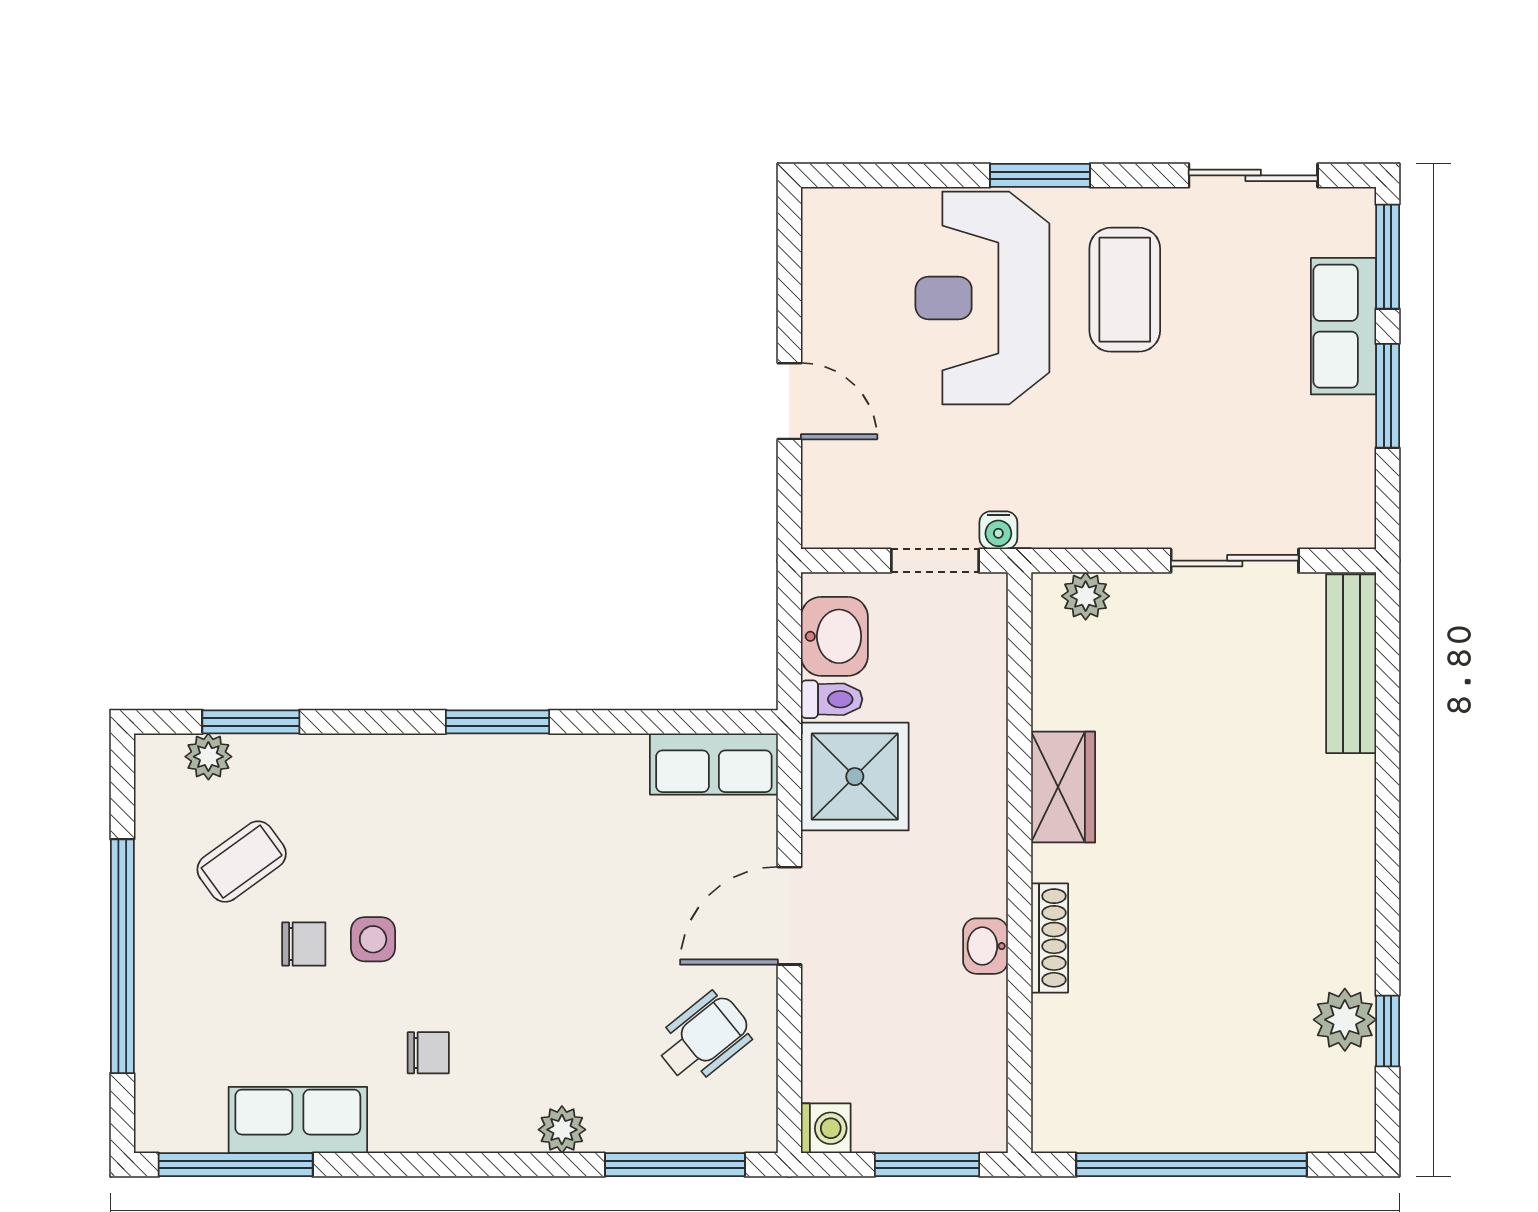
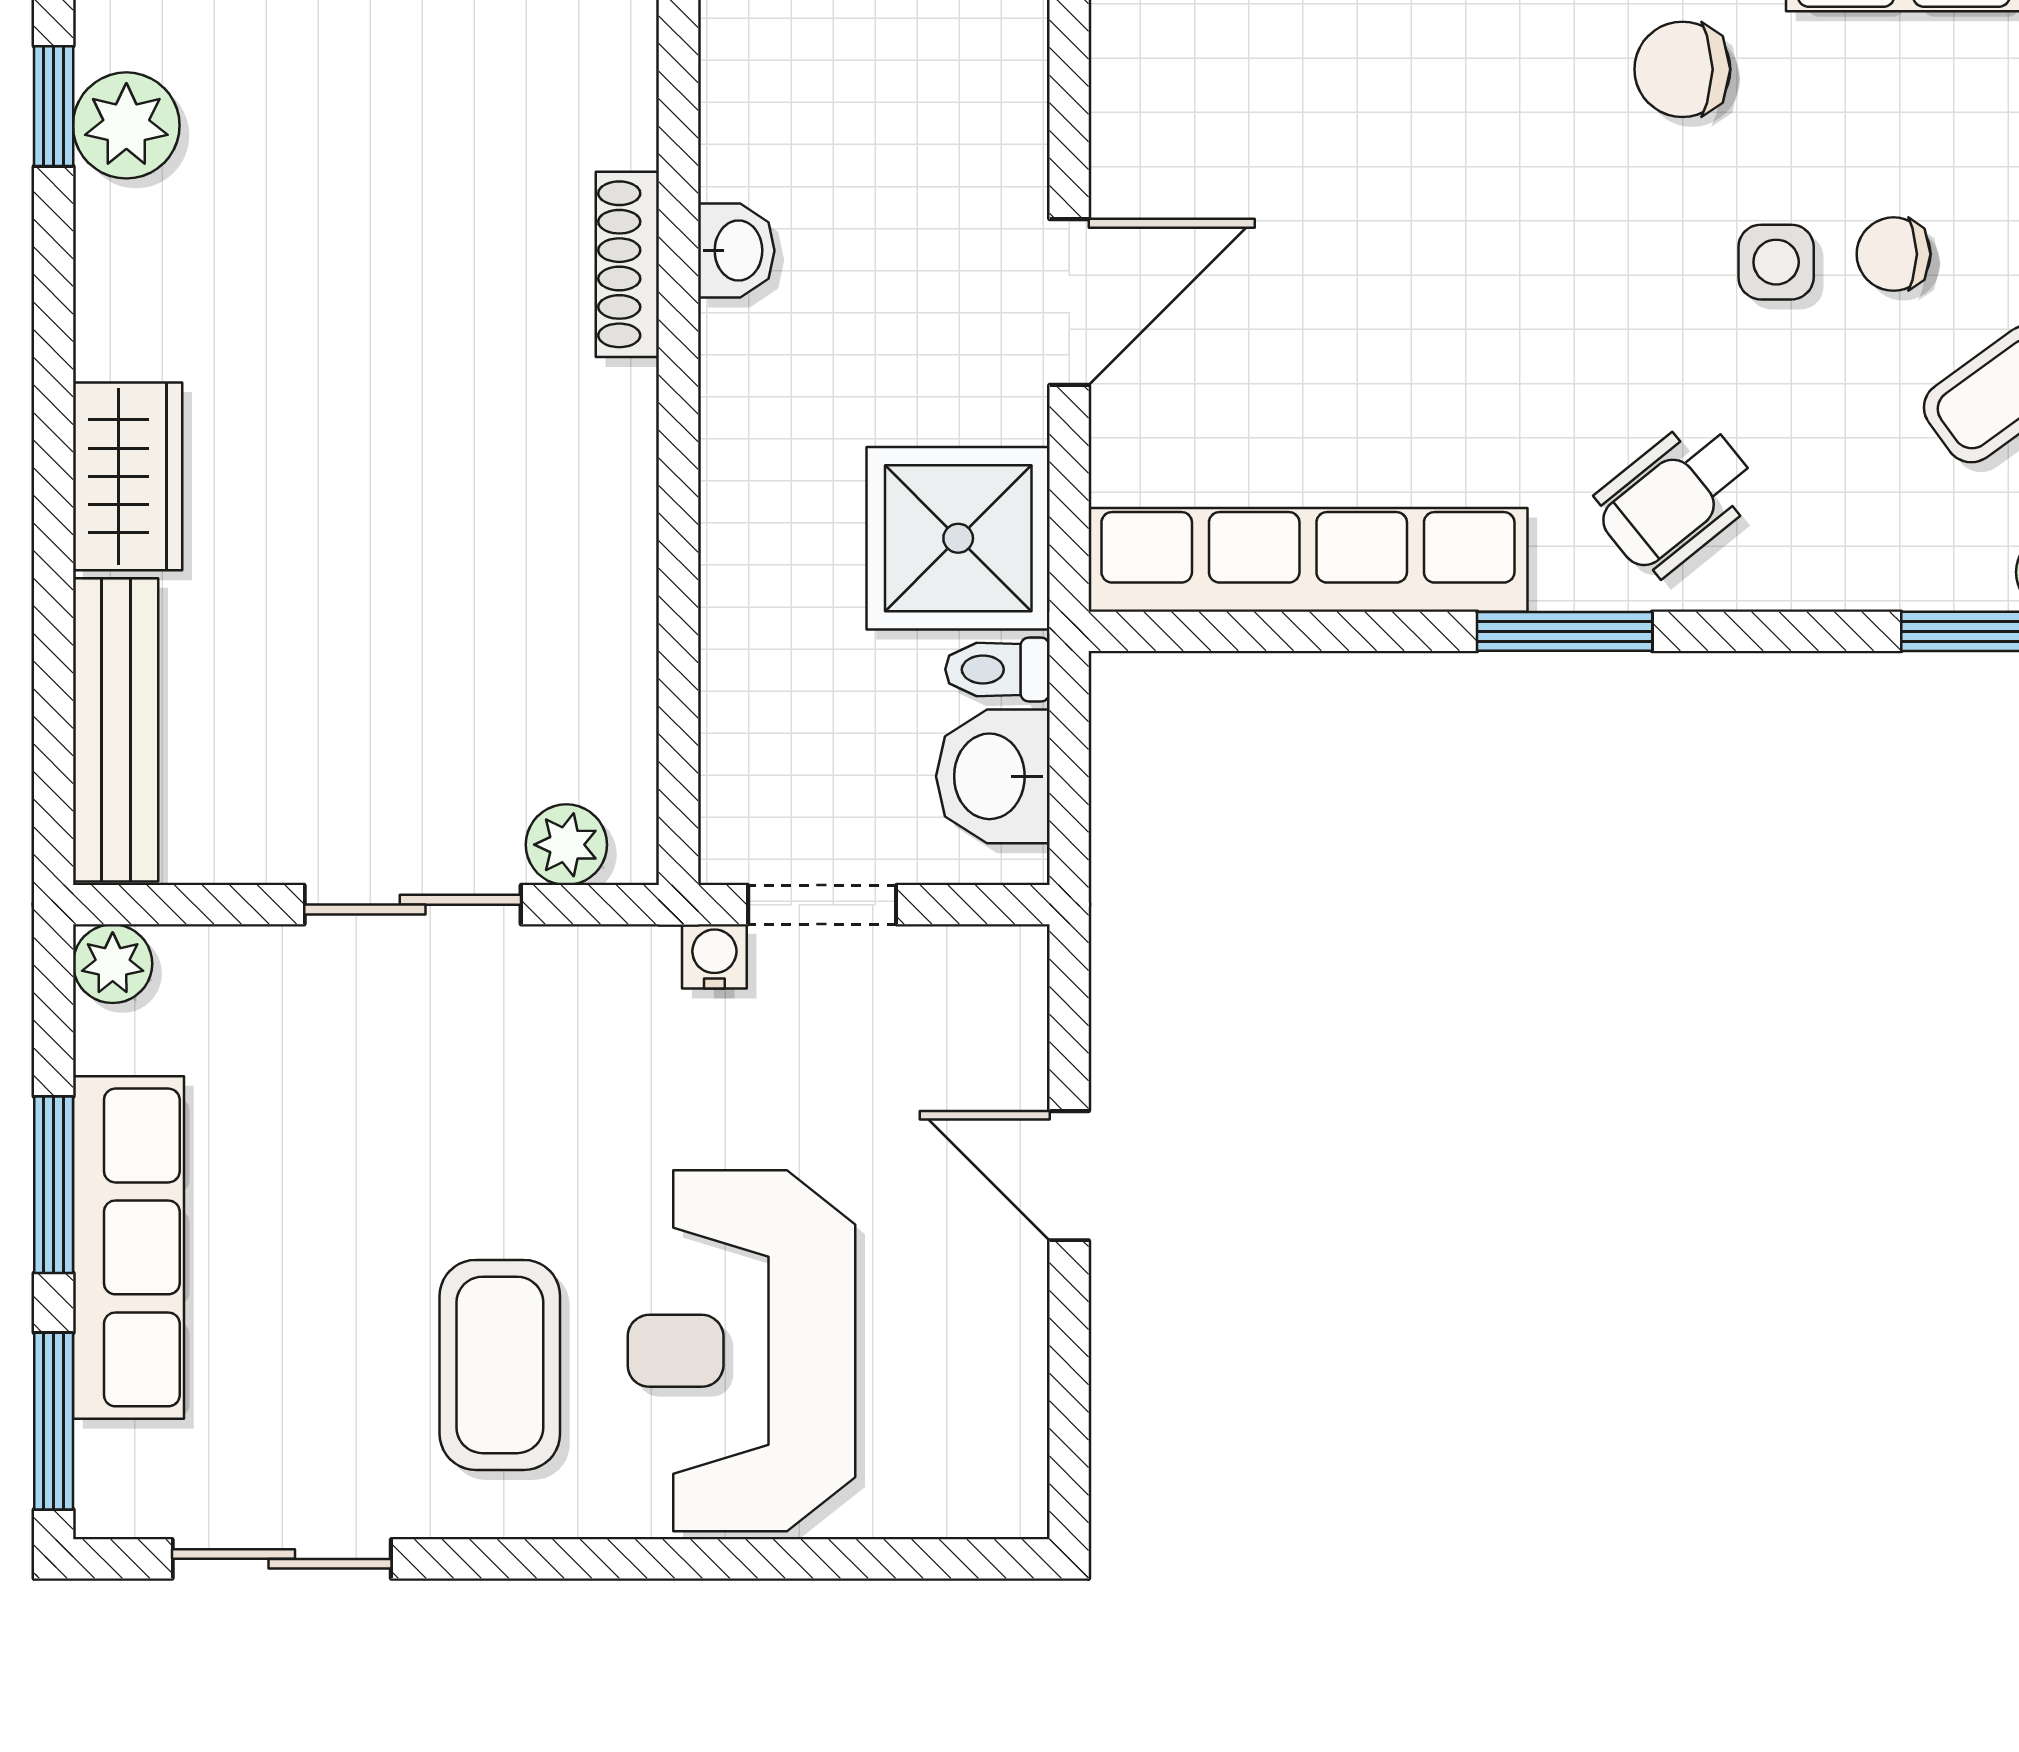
window: (1040, 175) -> (644, 1559), removed
reception desk: (982, 298) -> (741, 1351), turned 180
row of seats: (1343, 326) -> (129, 1247), width x1.48
plant: (1353, 526) -> (113, 964), added
sliding door: (1235, 561) -> (413, 905), moved
row of seats: (714, 764) -> (1308, 560), width x2.02
wardrobe: (1063, 787) -> (128, 476), moved, turned 180
wheelchair: (704, 1038) -> (1676, 498), moved
chair: (428, 1053) -> (1682, 69), width x1.37, depth x1.37

